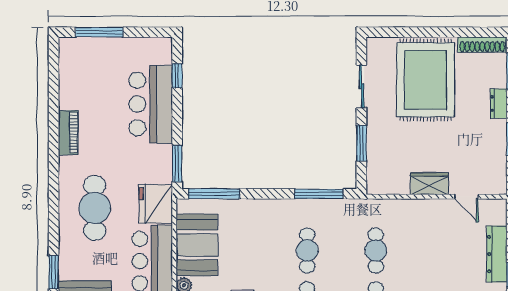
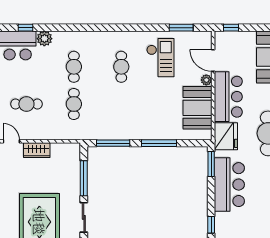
bar counter: (151, 104) -> (229, 185), moved
window: (361, 143) -> (84, 178), width x1.44
window: (214, 194) -> (159, 143), moved
cafe table: (307, 250) -> (26, 104), moved, turned 90

